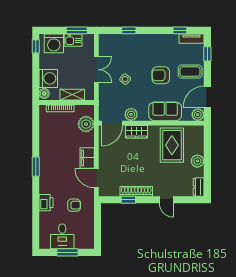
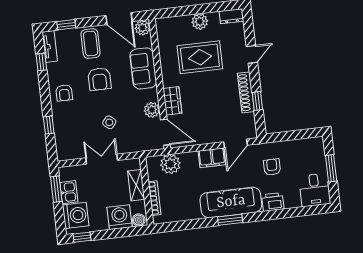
armchair: (153, 46) -> (64, 93), added
rug: (172, 145) -> (200, 57), moved
sofa: (50, 169) -> (231, 202), added
desk: (62, 236) -> (315, 190), moved, turned 90

